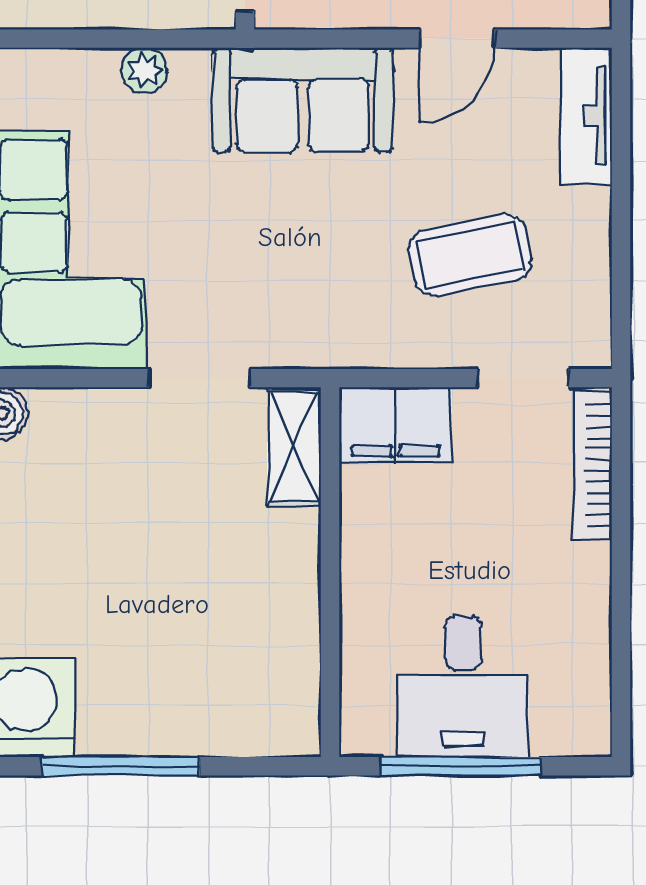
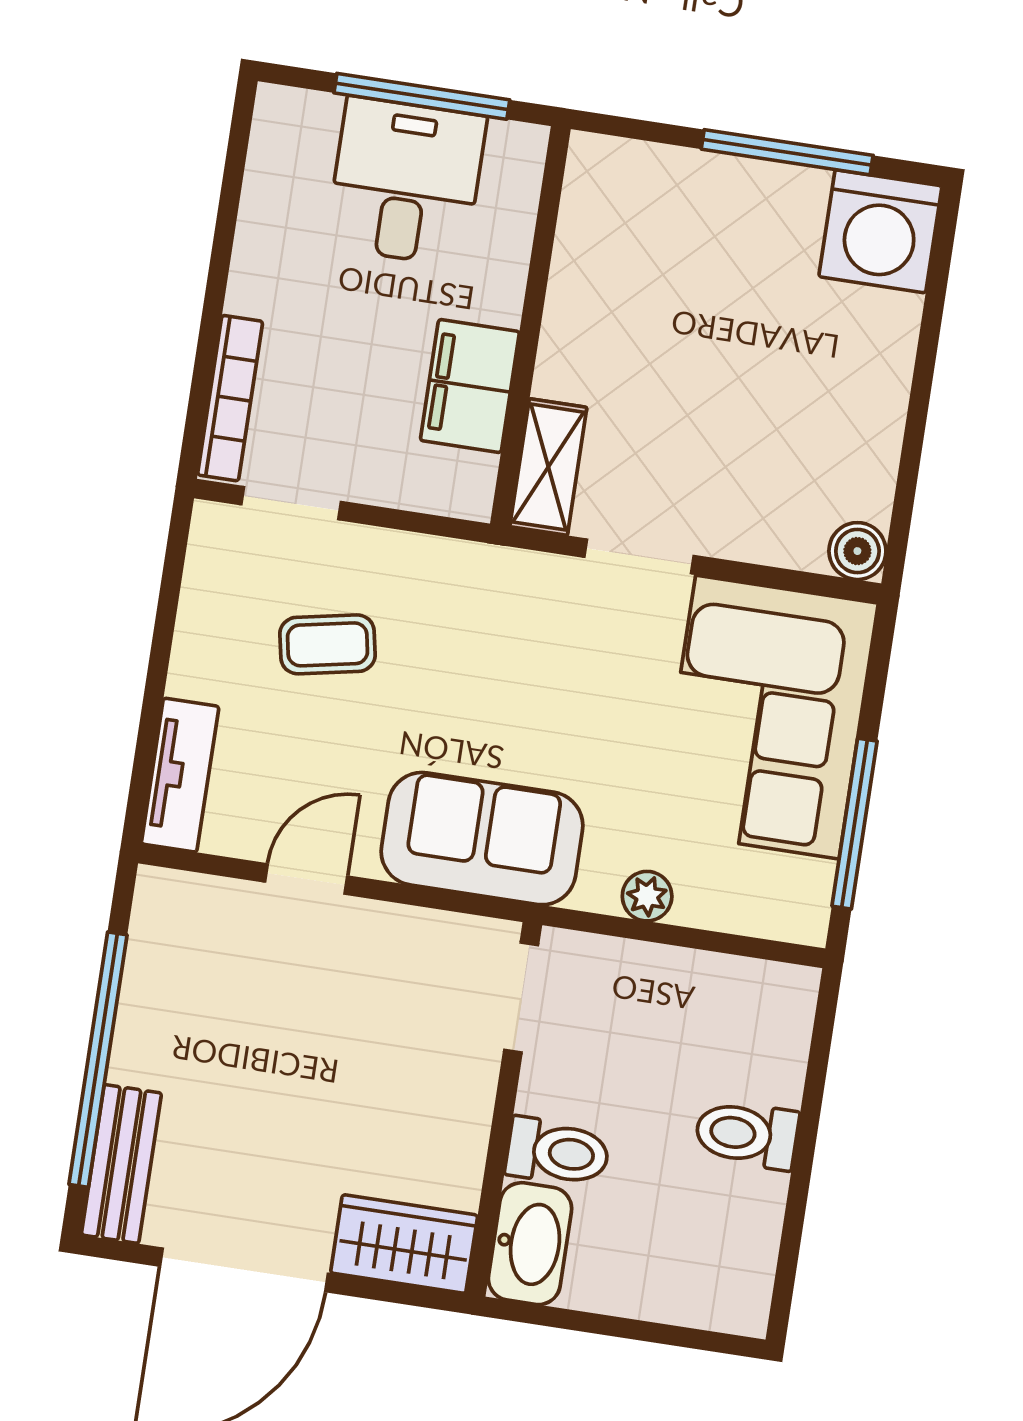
coffee table: (470, 255) -> (328, 644), width x0.73, depth x0.77
filing cabinet: (395, 425) -> (470, 386), moved, turned -90

